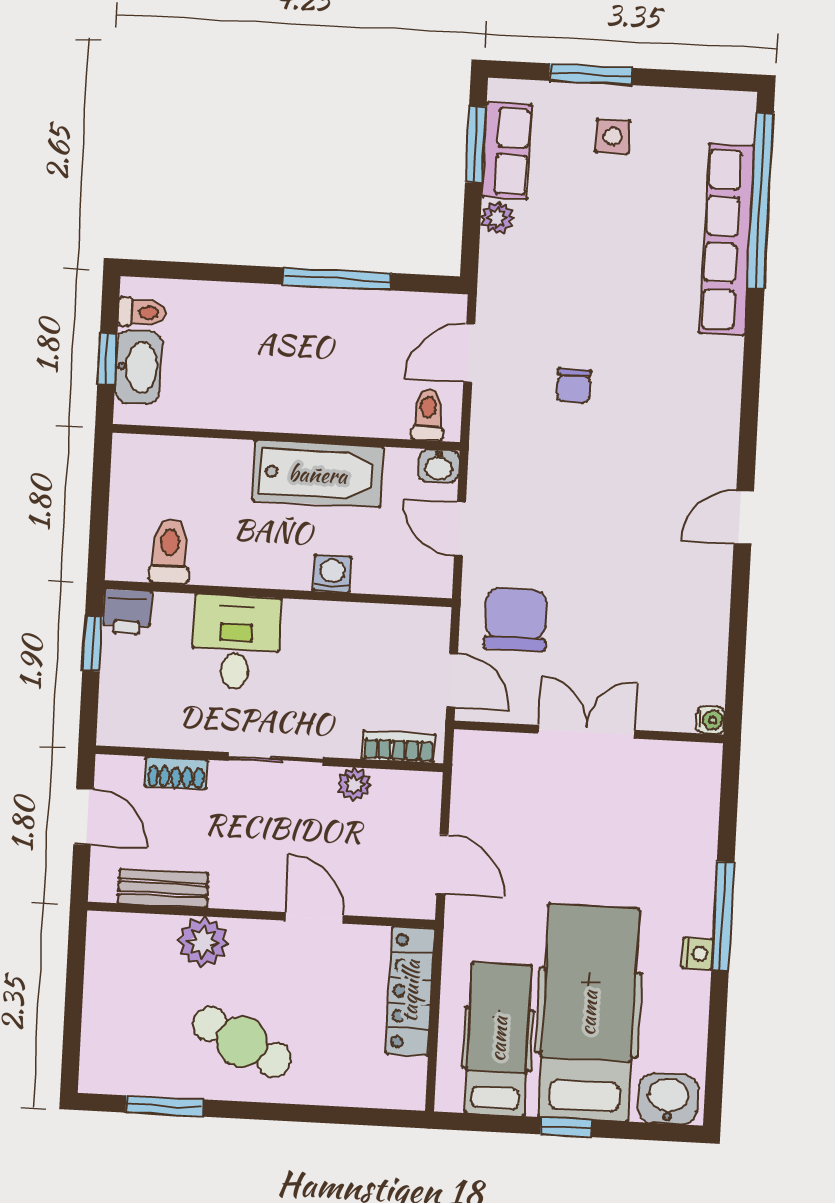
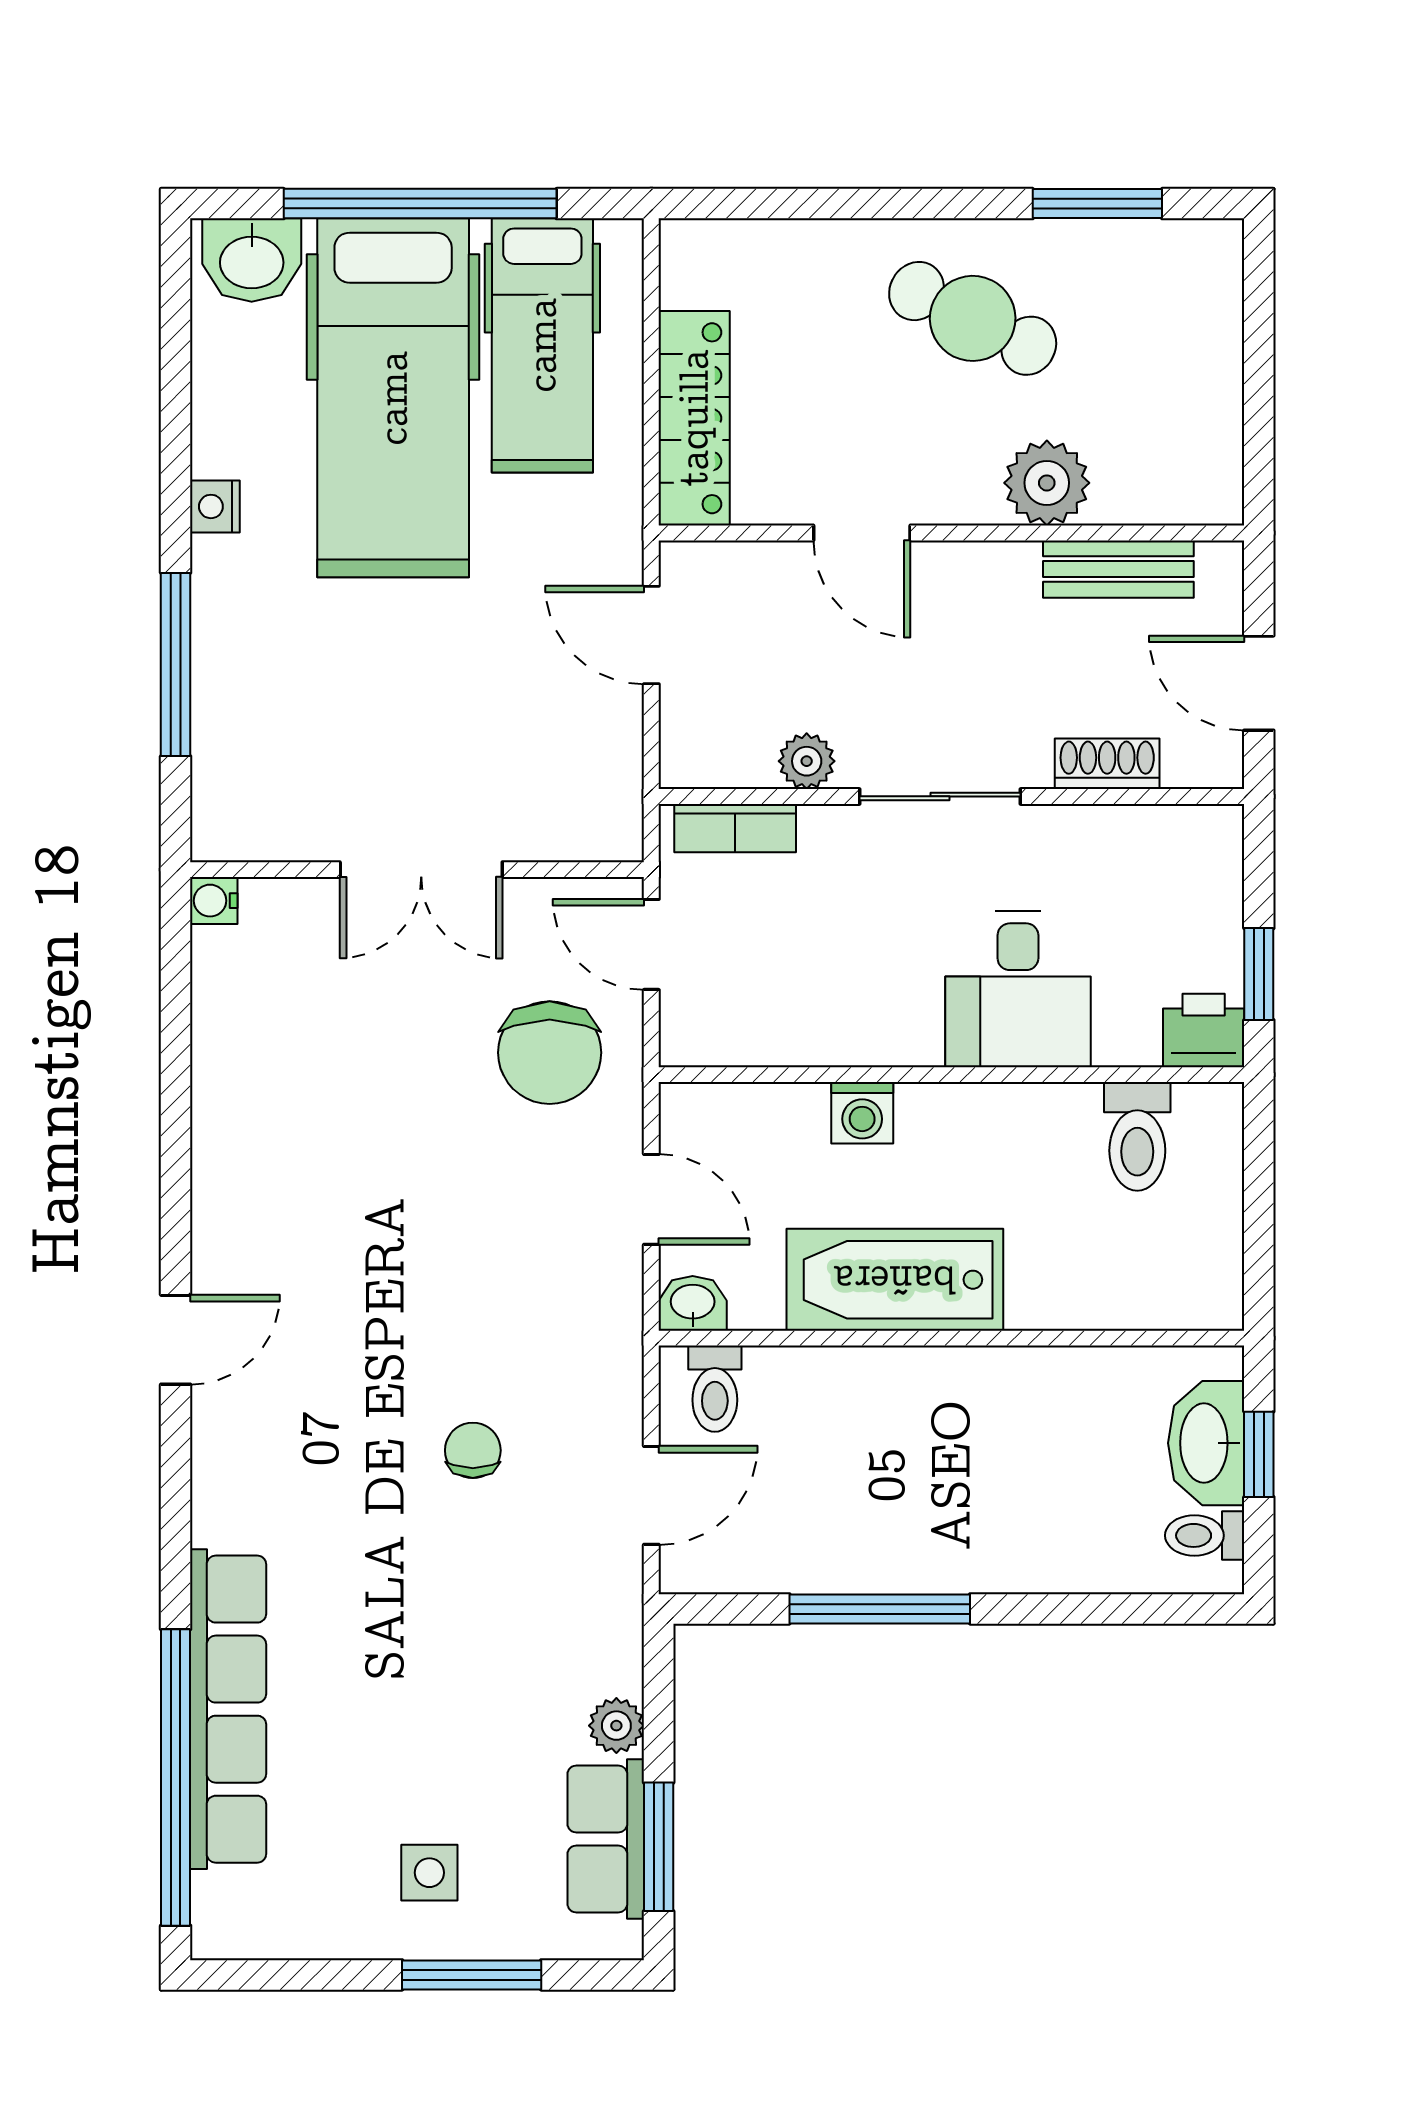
door: (744, 518) -> (176, 1340), moved
window: (723, 916) -> (176, 665), moved
window: (566, 1127) -> (420, 204), width x3.17

